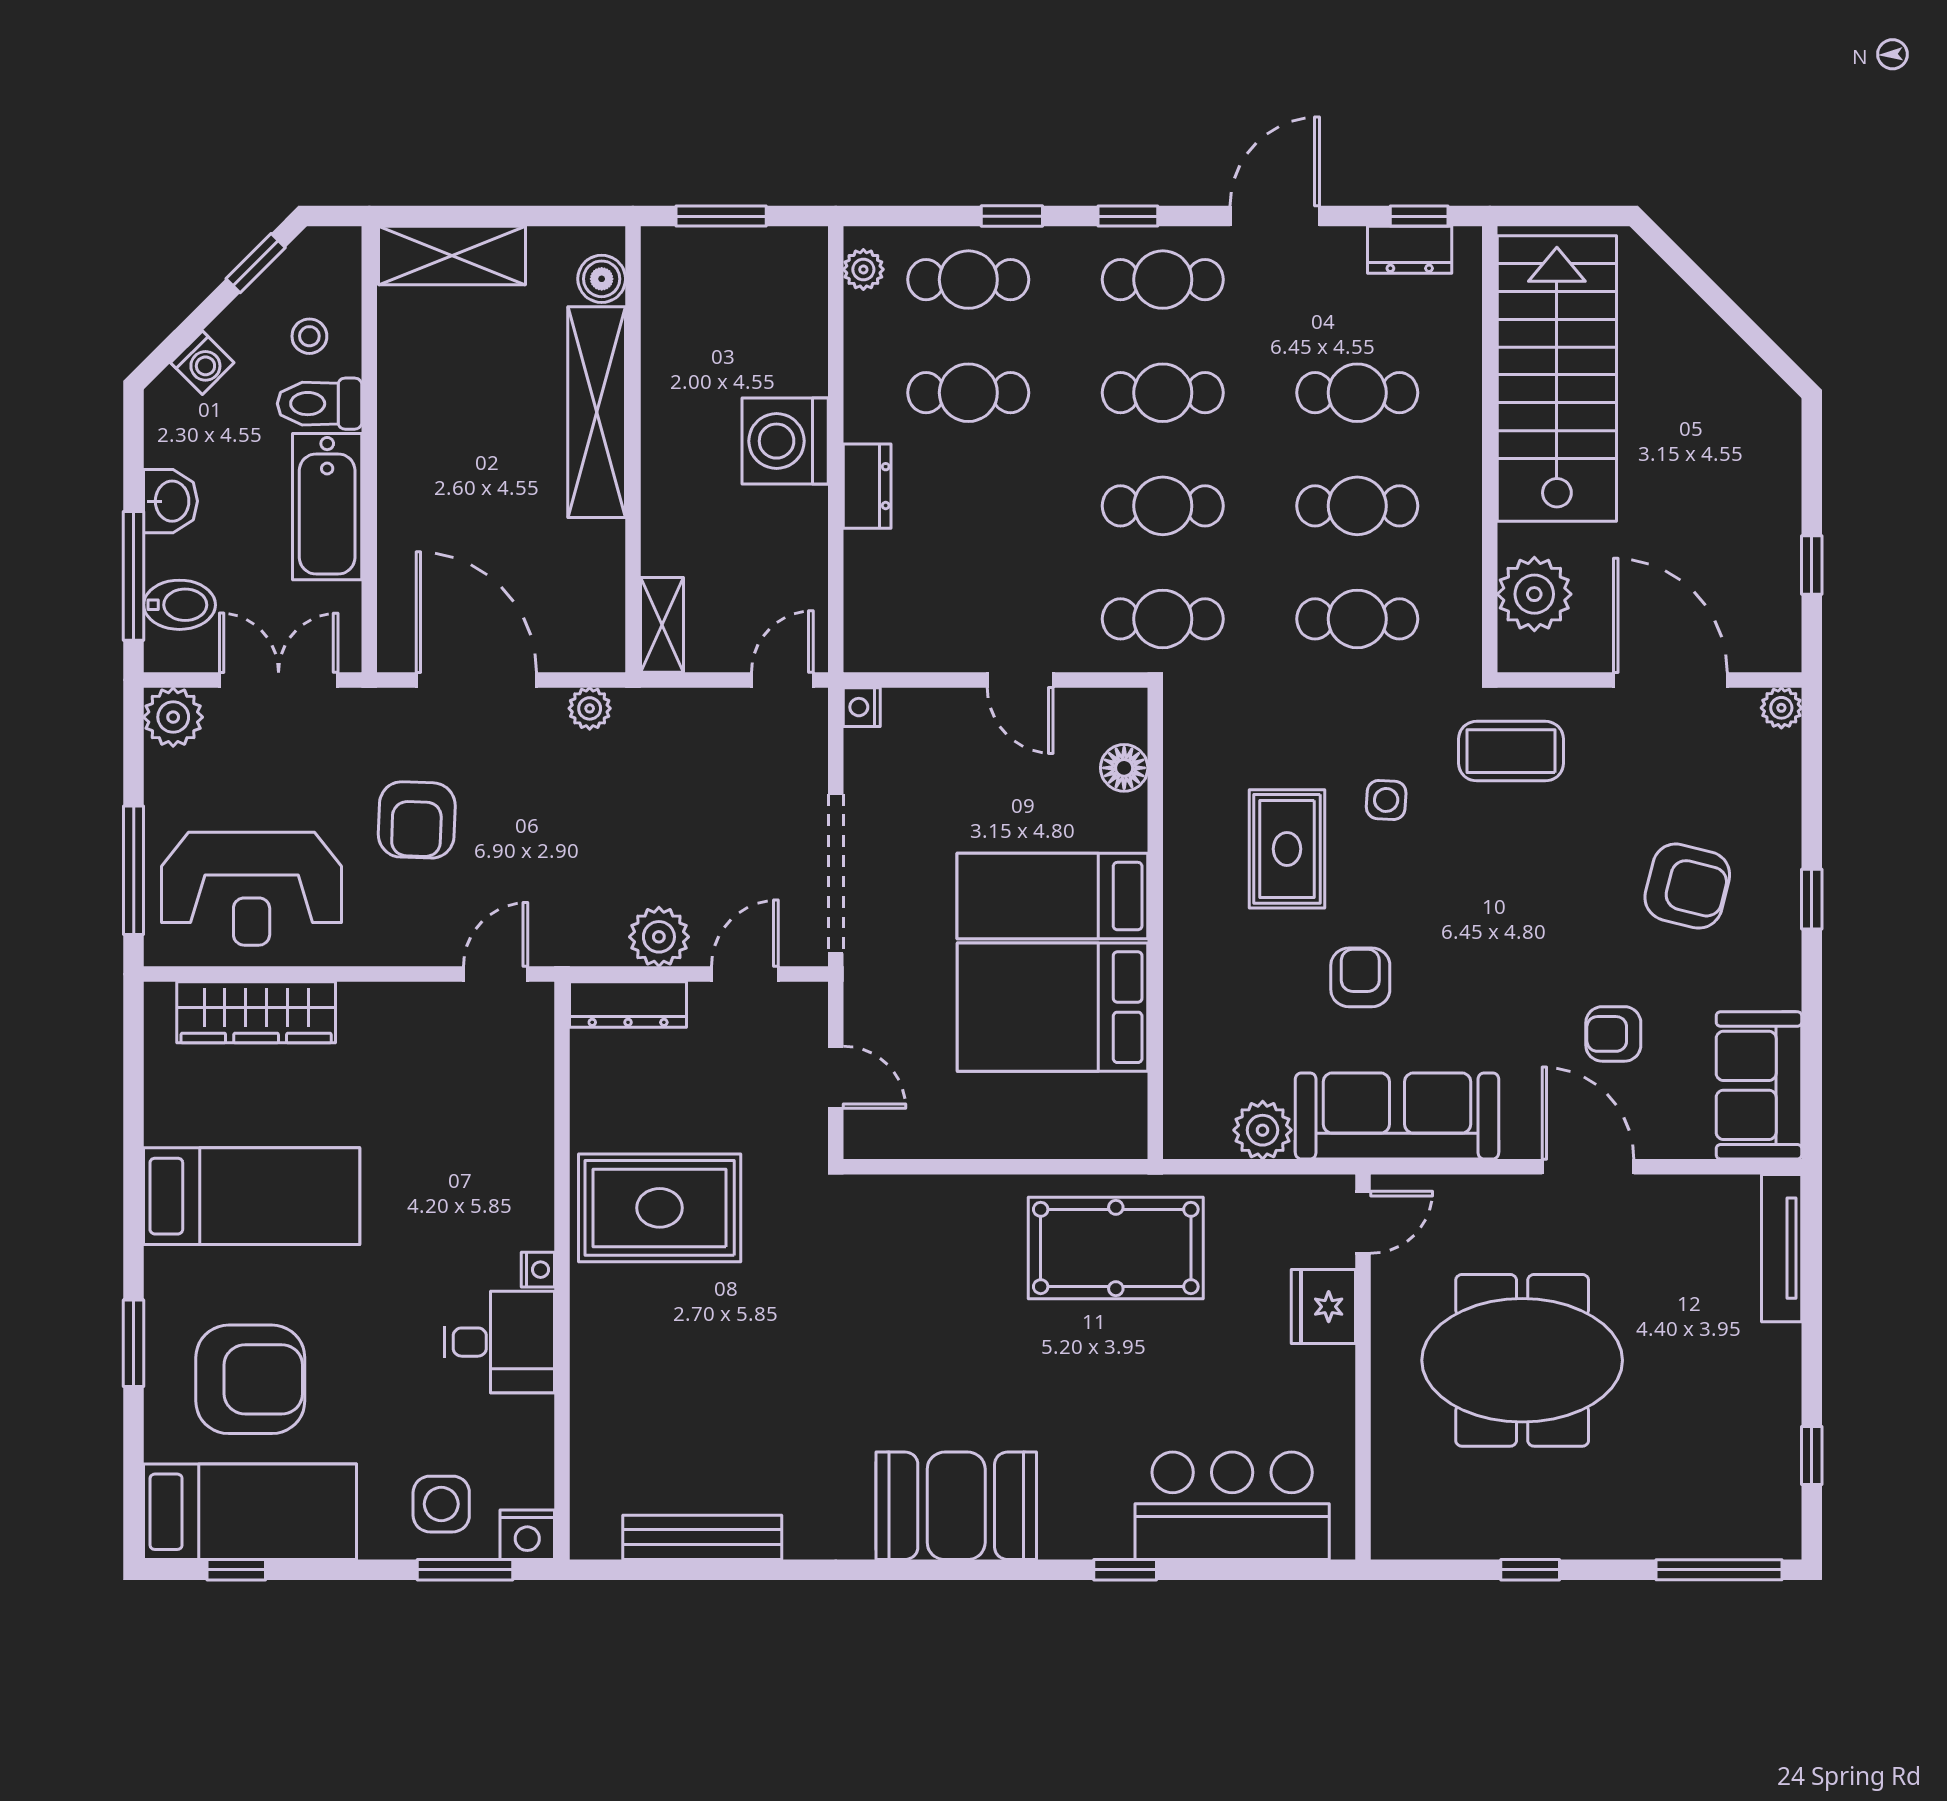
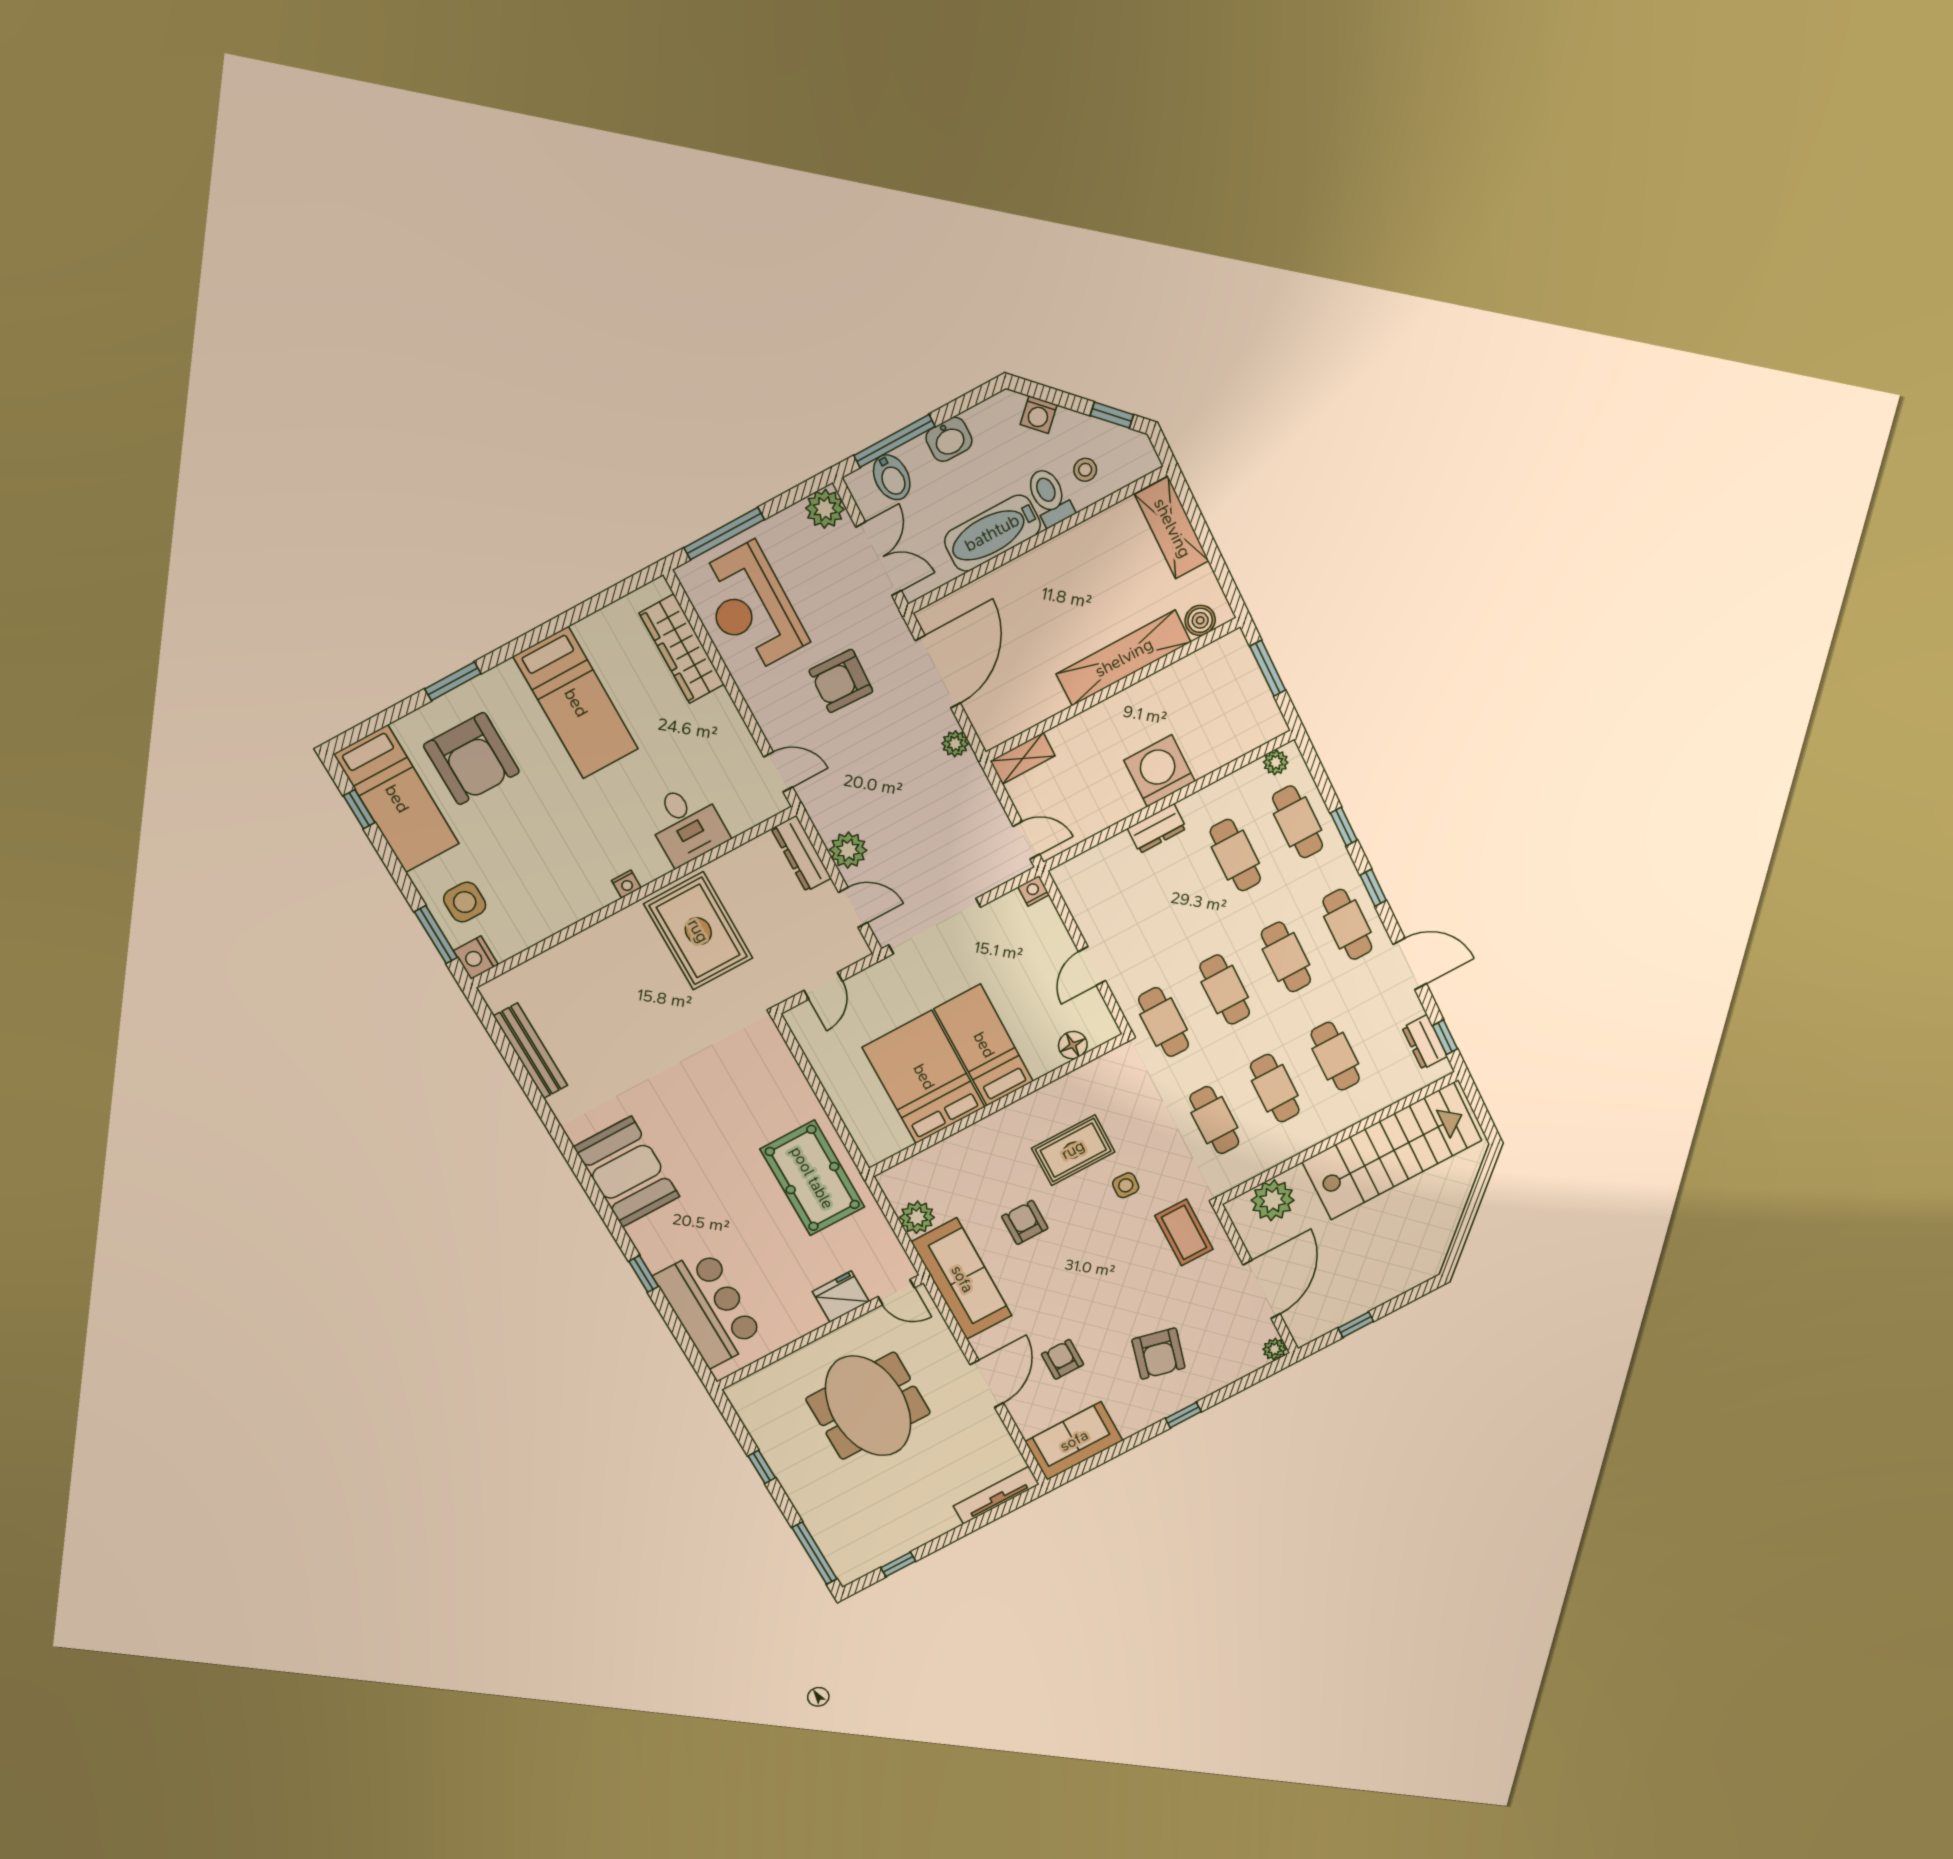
armchair: (1360, 977) -> (1025, 1222), turned -90
desk: (499, 1342) -> (686, 824), moved

